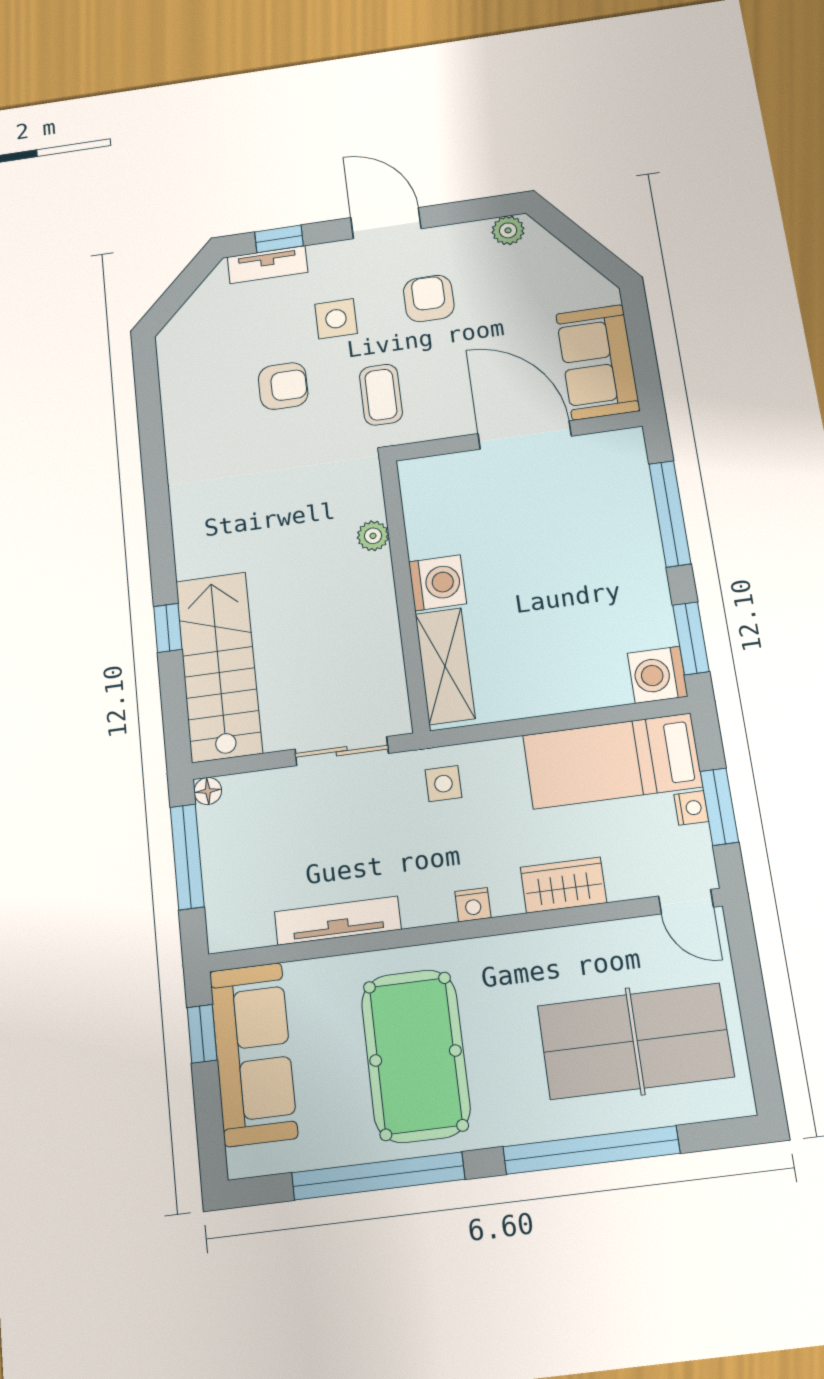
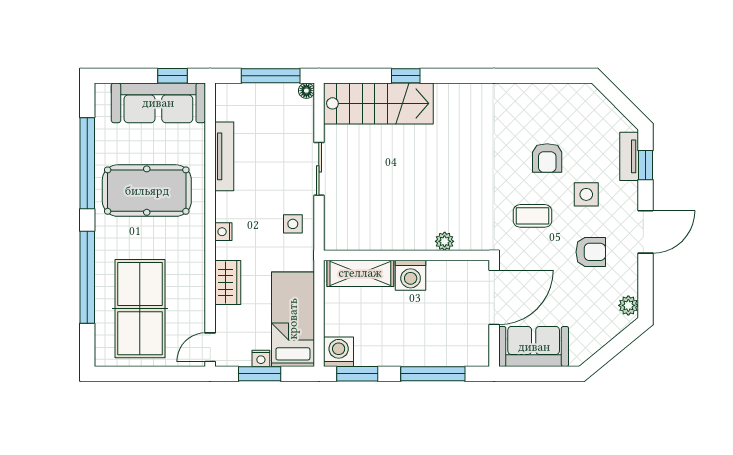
plant: (373, 536) -> (445, 241), moved
washing machine: (438, 583) -> (411, 275), moved
wall: (405, 594) -> (407, 255), moved
shelving: (445, 666) -> (360, 273), moved

